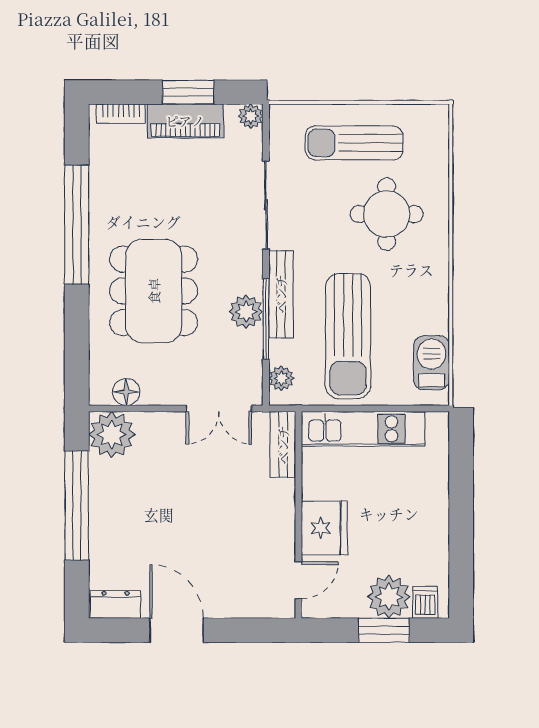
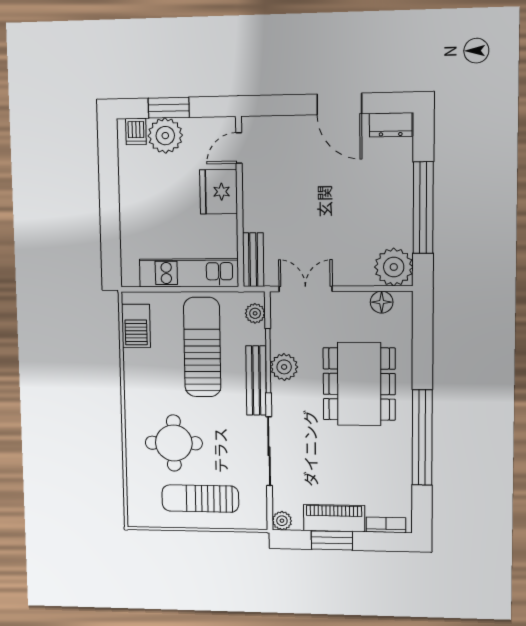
sun lounger: (354, 143) -> (200, 499), turned 180

